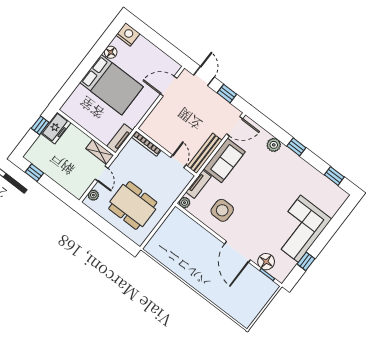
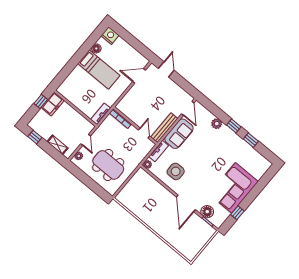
bed: (111, 85) -> (99, 69), width x0.67
window: (227, 94) -> (183, 83), removed
door: (235, 126) -> (188, 108), hinge flipped
shelving: (100, 152) -> (58, 145), moved
window: (334, 176) -> (251, 140), moved

